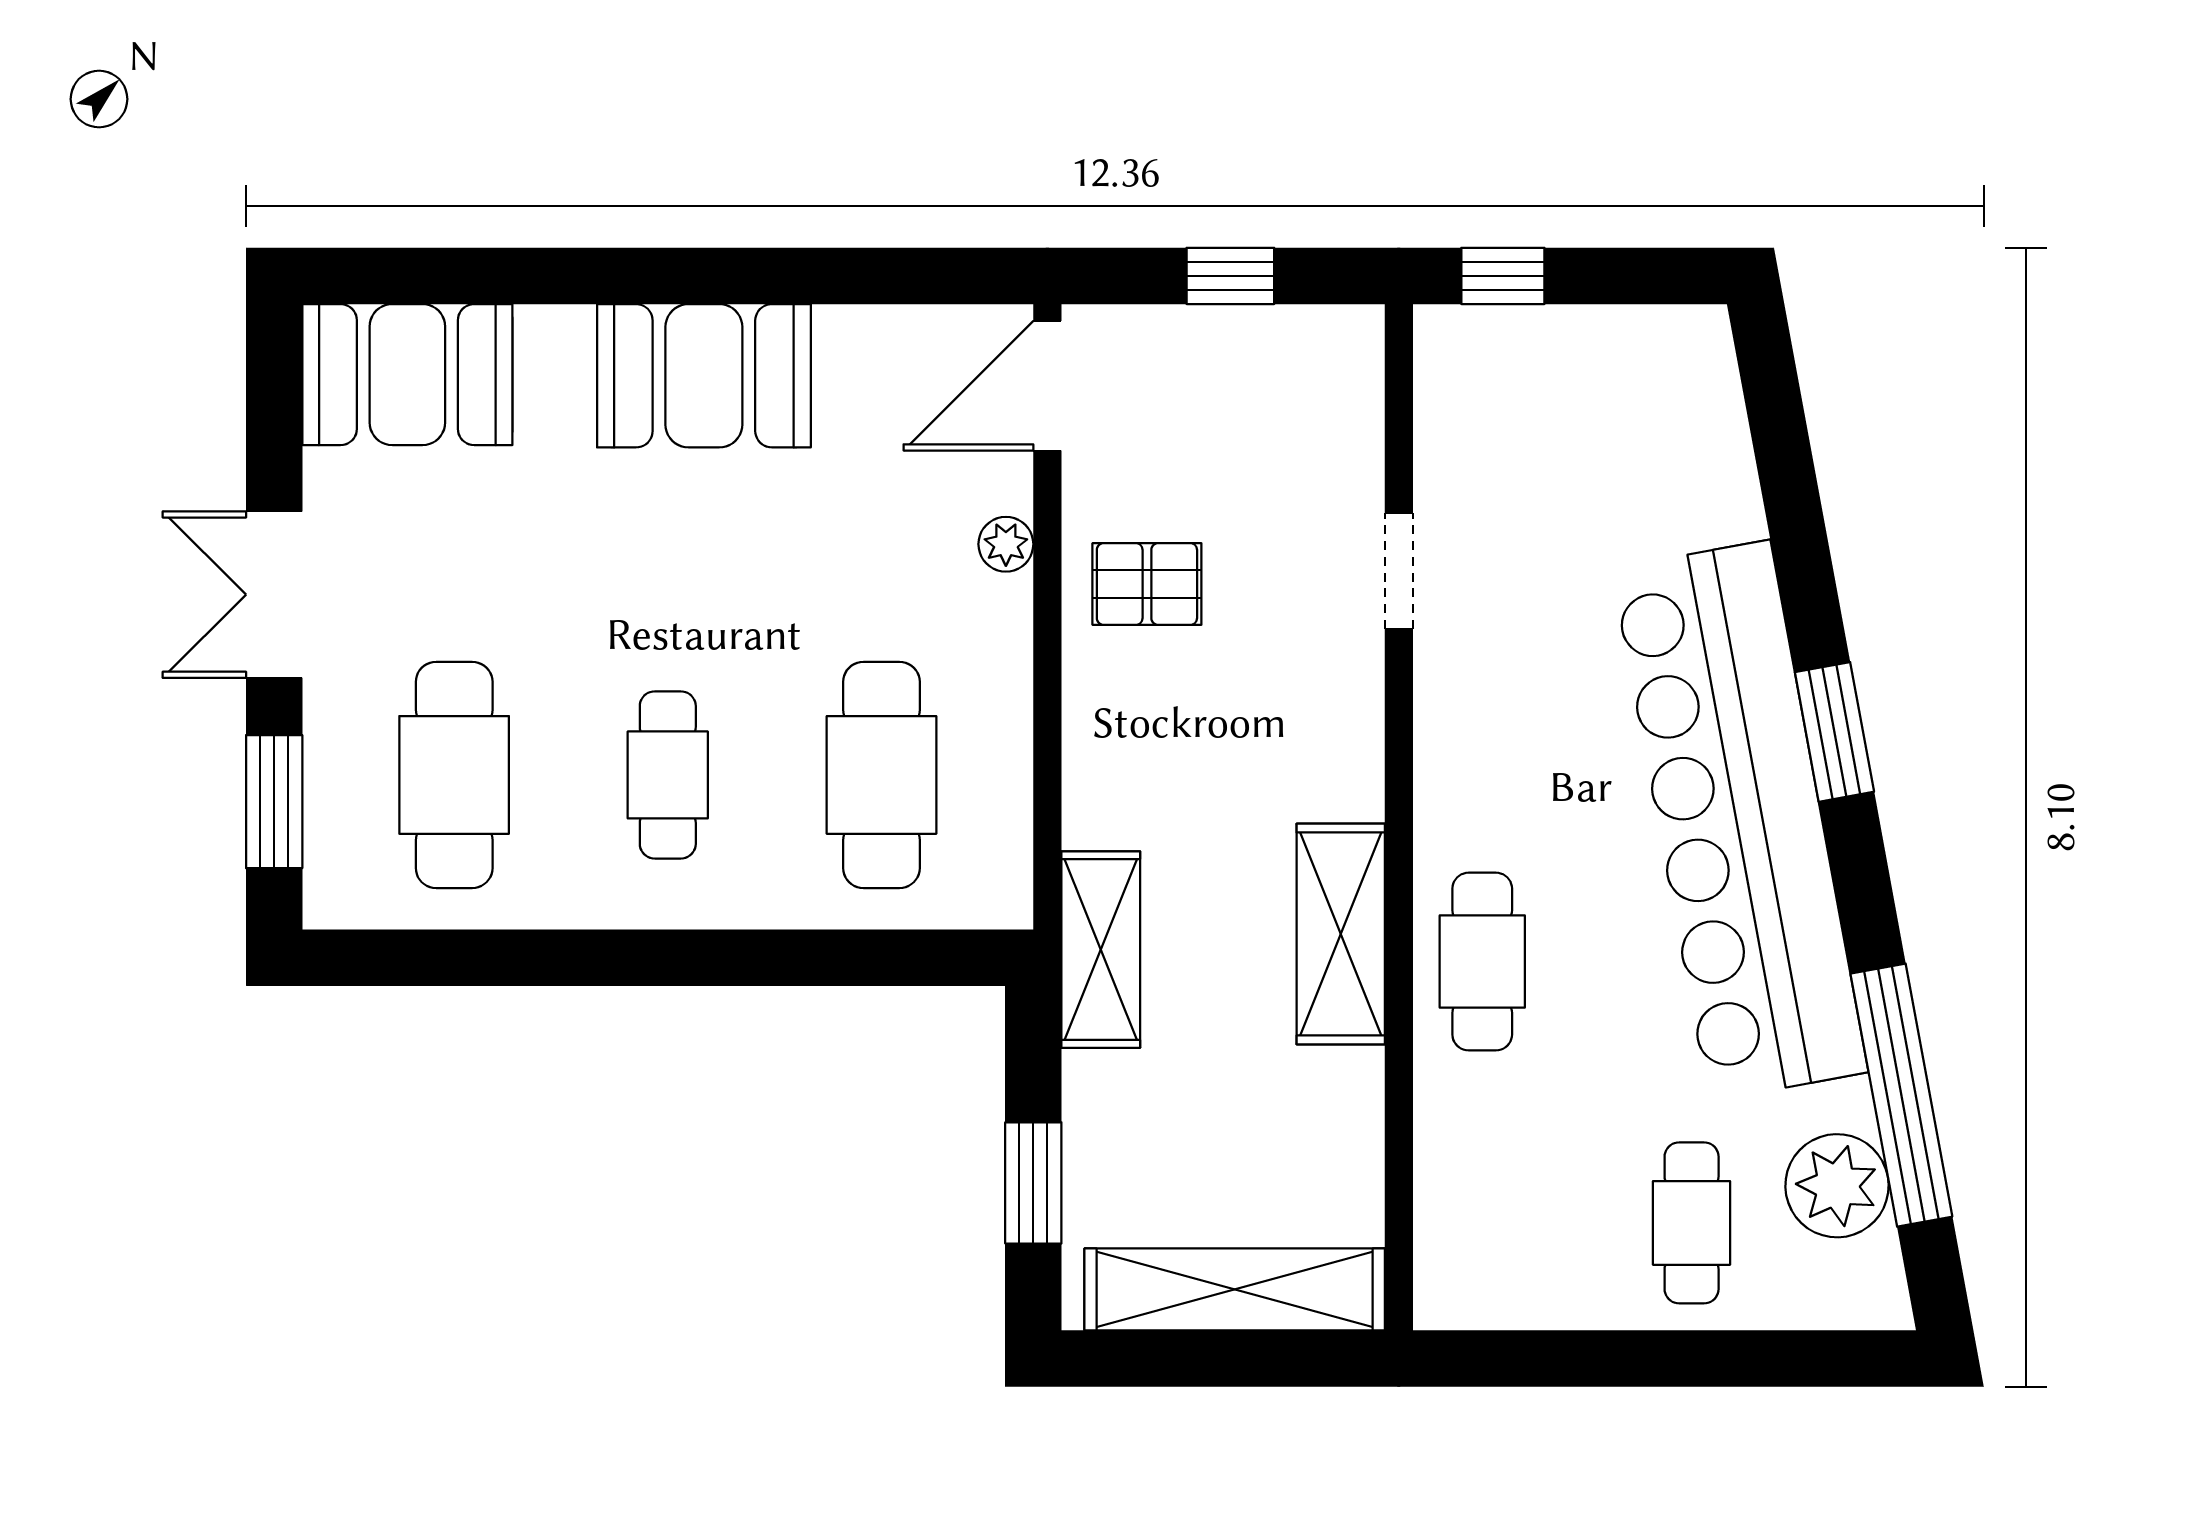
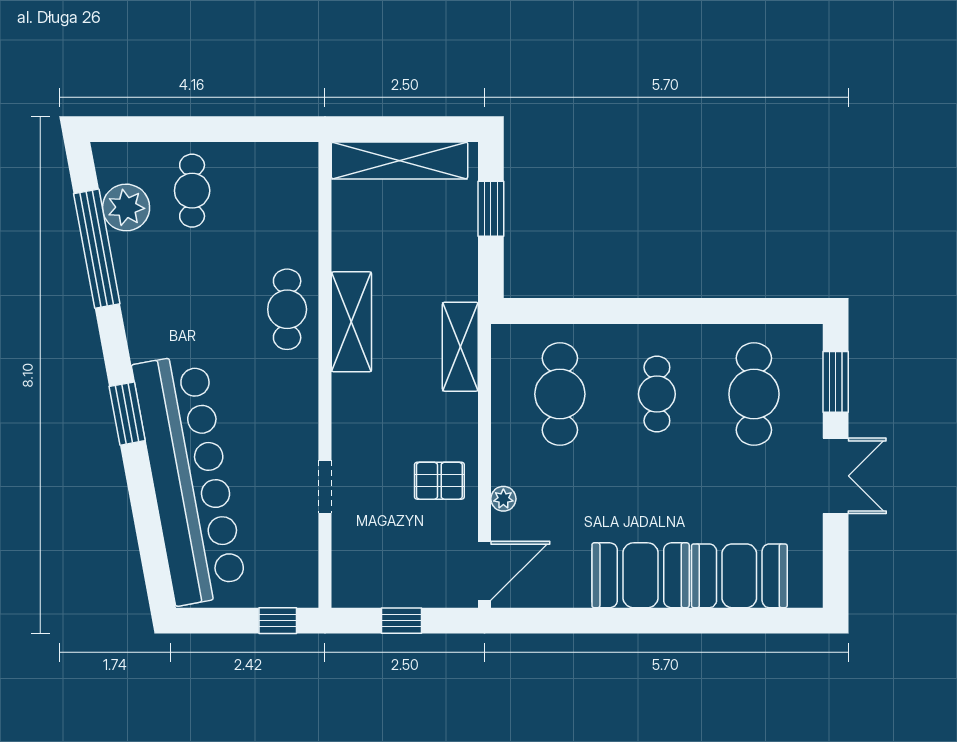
booth: (407, 375) -> (739, 576), moved
bar counter: (1740, 820) -> (190, 479), moved
shelving: (1101, 950) -> (460, 347), moved

